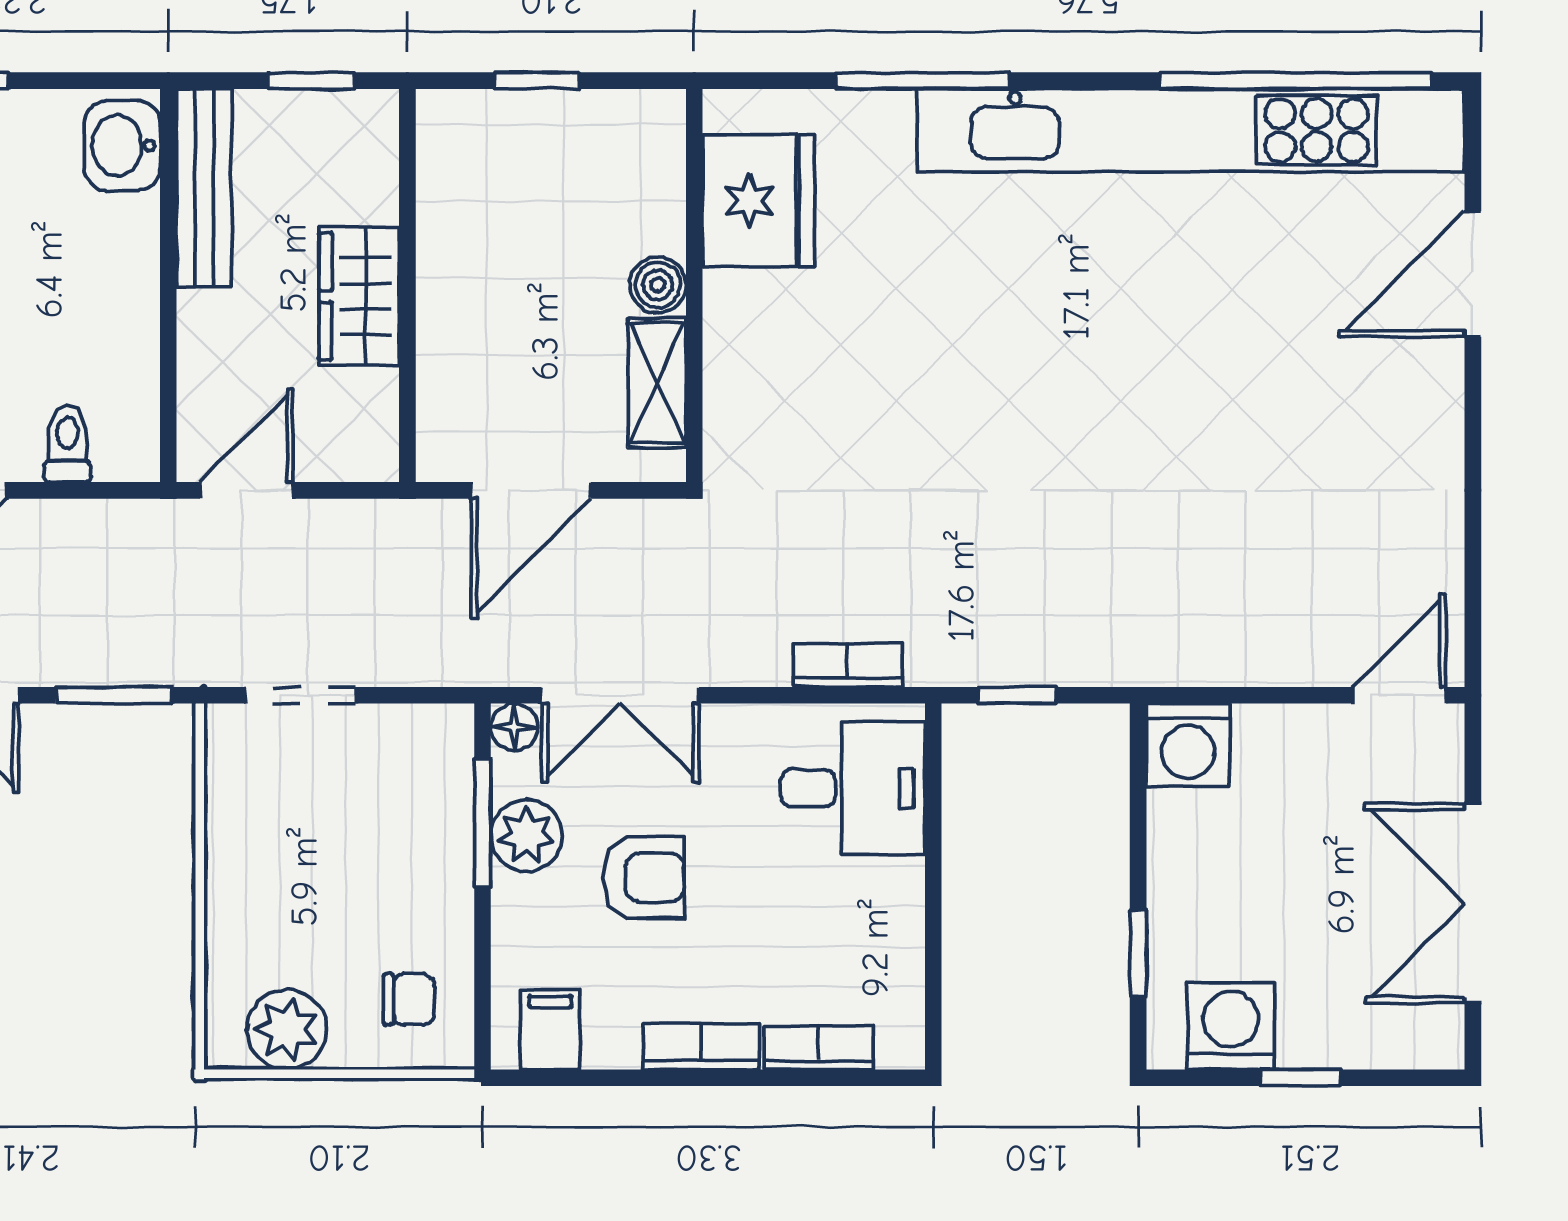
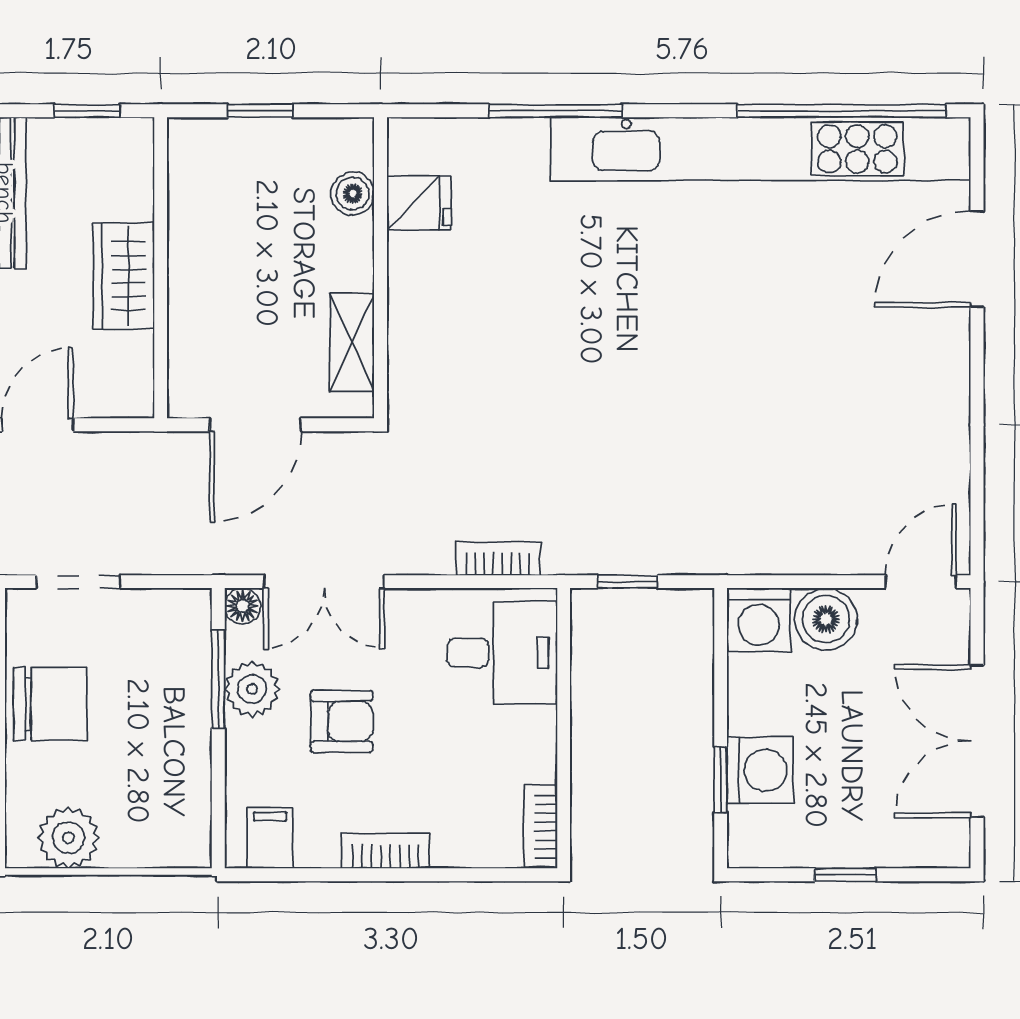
fridge: (758, 201) -> (419, 203), width x0.53, depth x0.75
boiler: (658, 285) -> (353, 194), moved
boiler: (1276, 744) -> (826, 619), added
chair: (409, 999) -> (50, 704), moved, width x1.87, depth x1.87
washing machine: (1231, 1026) -> (760, 770), moved, turned 90
bookcase: (819, 1048) -> (541, 827), moved, turned -90

